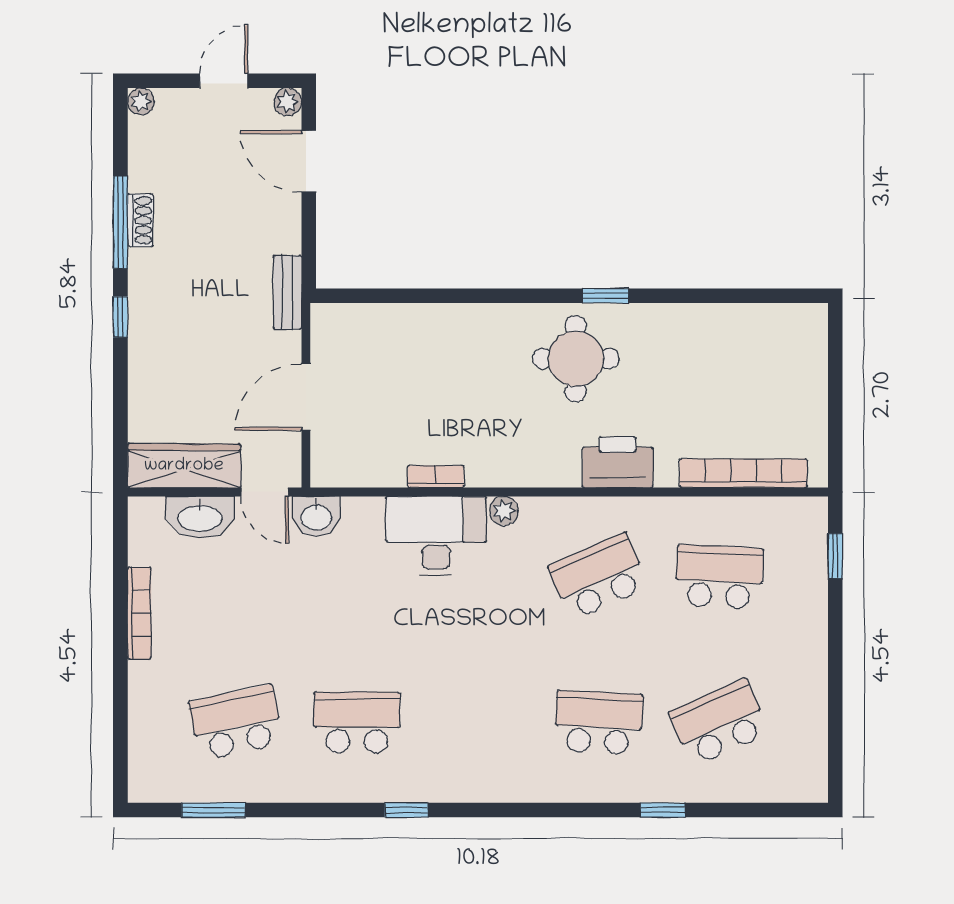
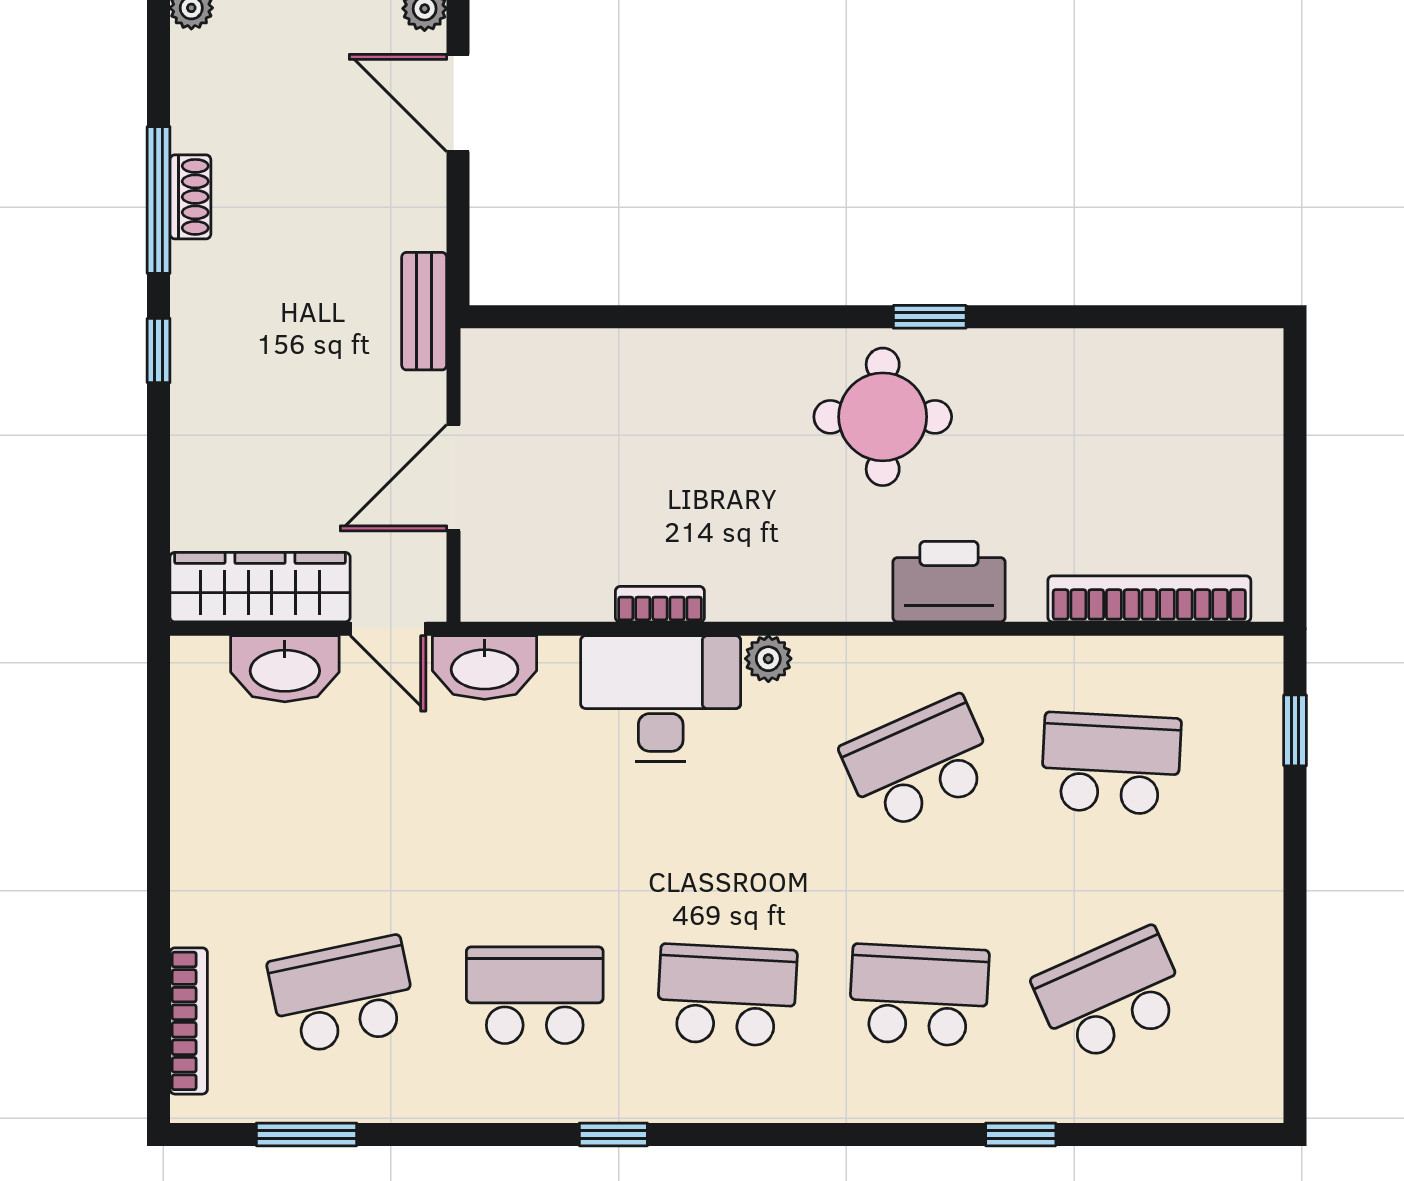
washbasin: (316, 516) -> (485, 668), width x1.38
bookcase: (139, 613) -> (189, 1021), moved
school desk: (478, 722) -> (727, 995), added

